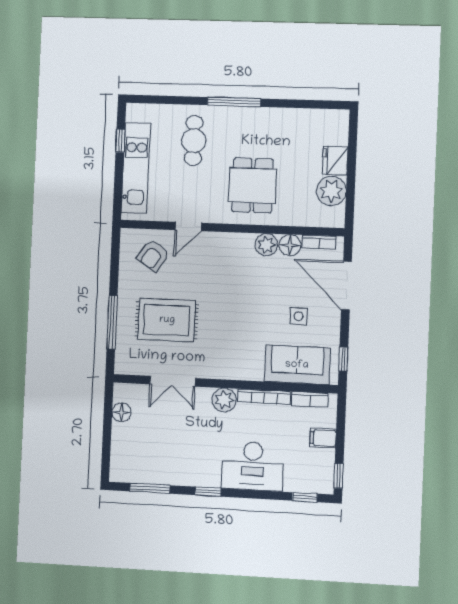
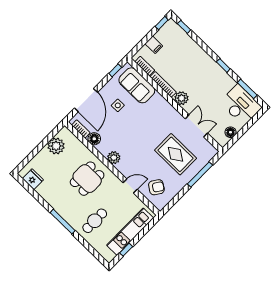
fridge: (335, 161) -> (33, 179), moved, turned -90
plant: (266, 245) -> (114, 158), moved
desk: (253, 466) -> (241, 105), moved

